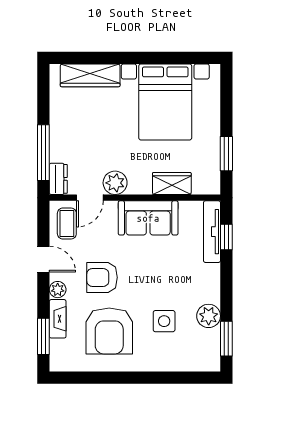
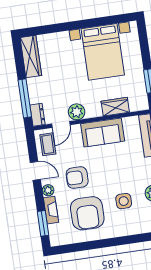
wardrobe: (90, 75) -> (31, 57), moved, turned -90

